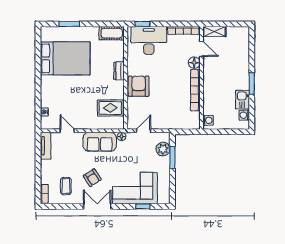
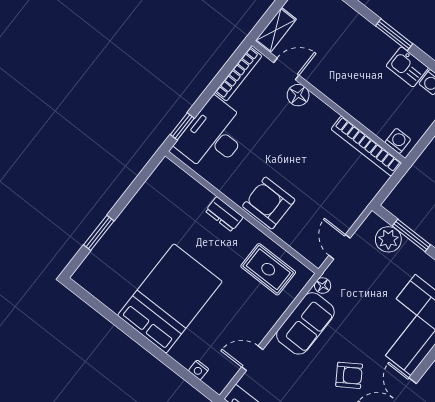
cot: (112, 33) -> (161, 182), removed
bed: (65, 58) -> (170, 298), moved
bookcase: (195, 90) -> (366, 146), moved
rug: (110, 108) -> (268, 269), turned 90

